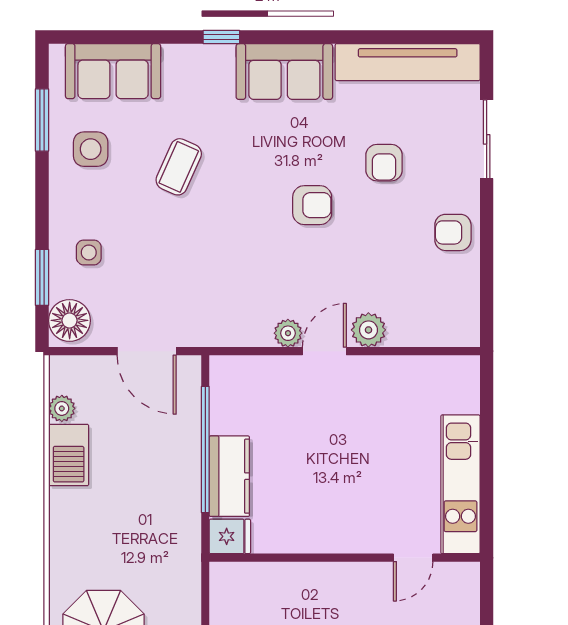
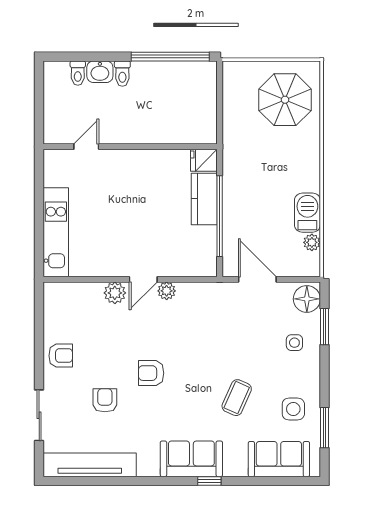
sofa: (284, 71) -> (191, 459), moved
kitchen unit: (460, 484) -> (56, 232), moved

